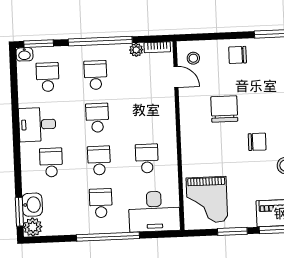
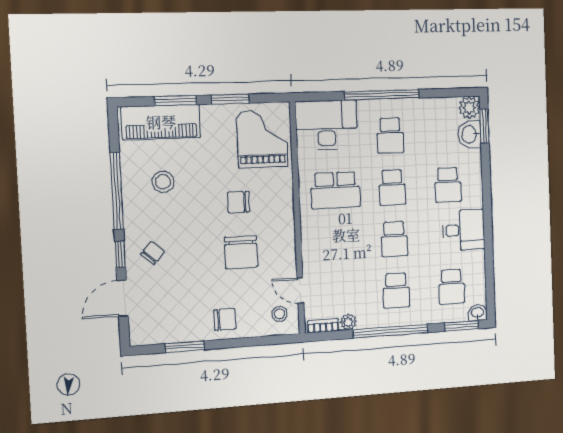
chair: (257, 142) -> (238, 202), moved
school desk: (147, 158) -> (335, 190), width x1.85

